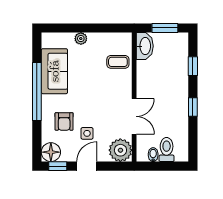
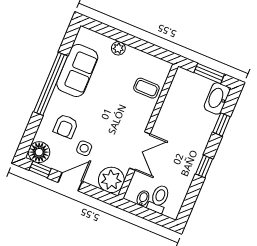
washbasin: (145, 46) -> (217, 98), moved, turned 180

